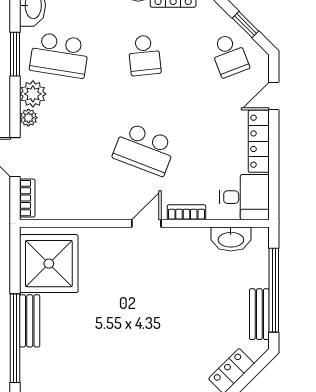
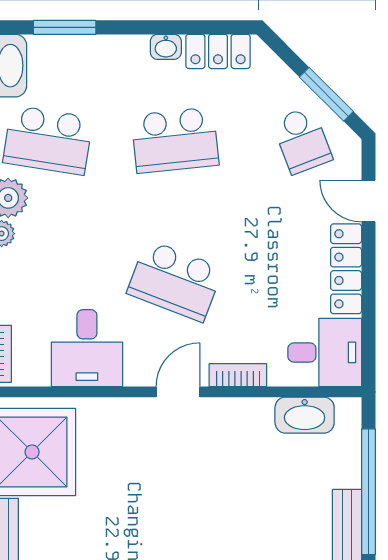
window: (246, 25) -> (326, 94), width x1.50
school desk: (144, 55) -> (175, 140), width x1.85
door: (274, 96) -> (368, 201), hinge flipped
desk: (86, 194) -> (87, 348), added

